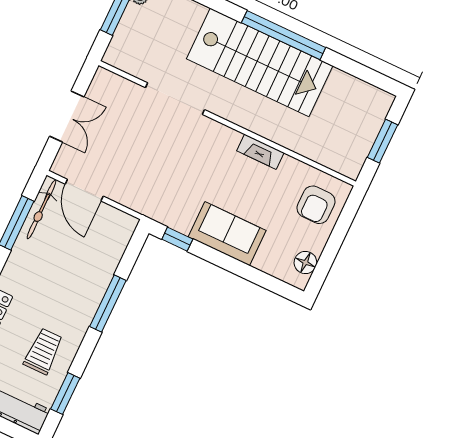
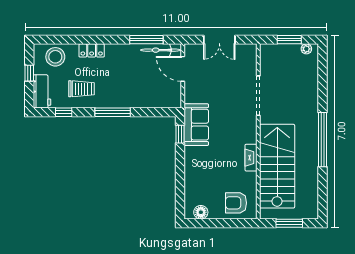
stairs: (260, 62) -> (277, 166), moved, turned 180
door: (84, 190) -> (183, 69), hinge flipped
sofa: (227, 234) -> (196, 125), moved
window: (108, 304) -> (113, 112), moved
window: (65, 394) -> (64, 112), width x0.67

